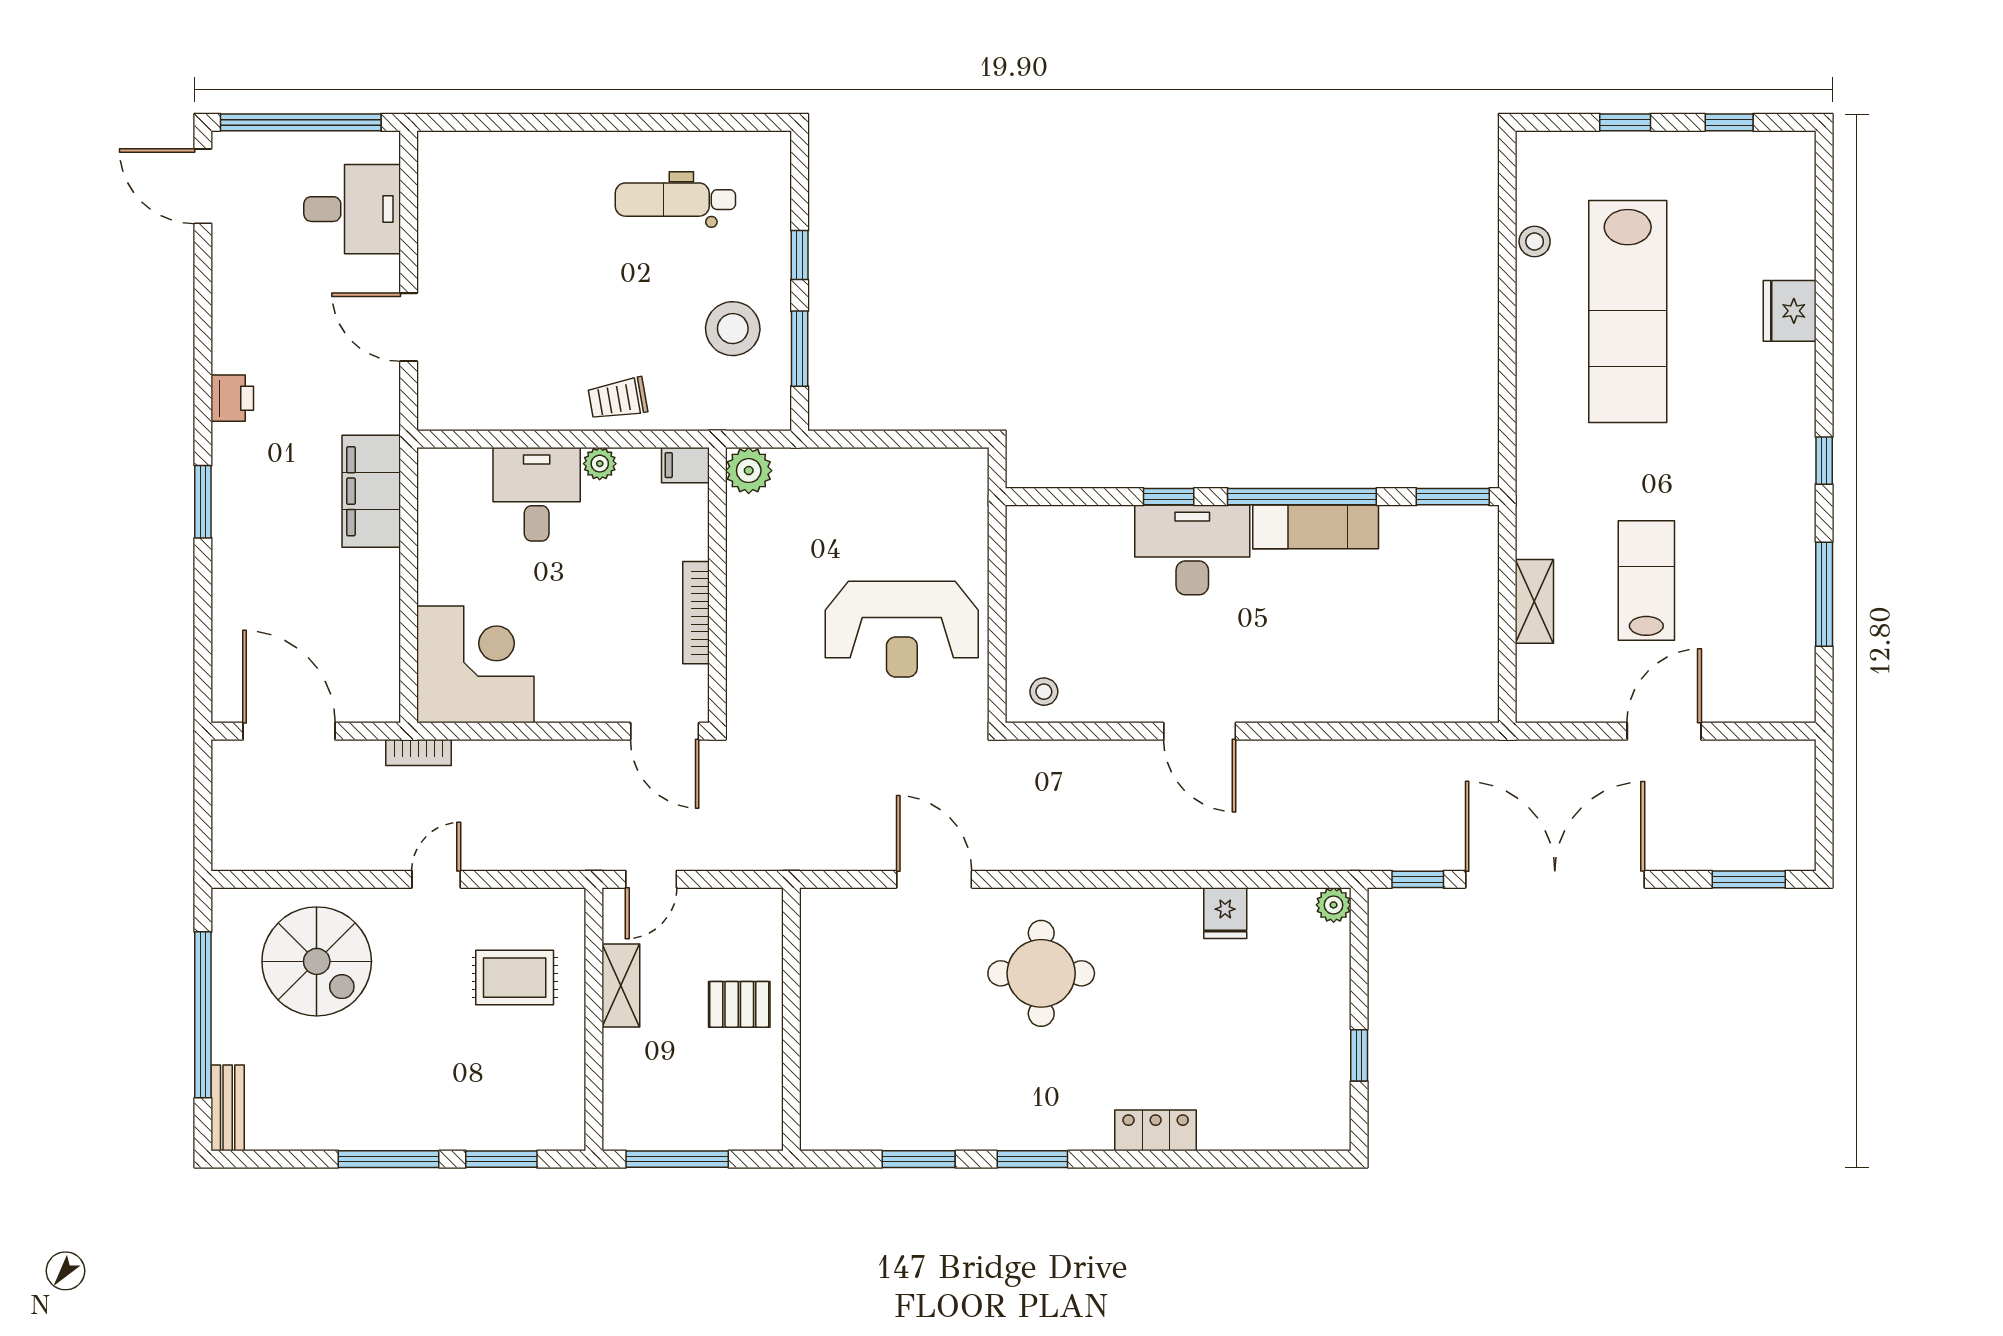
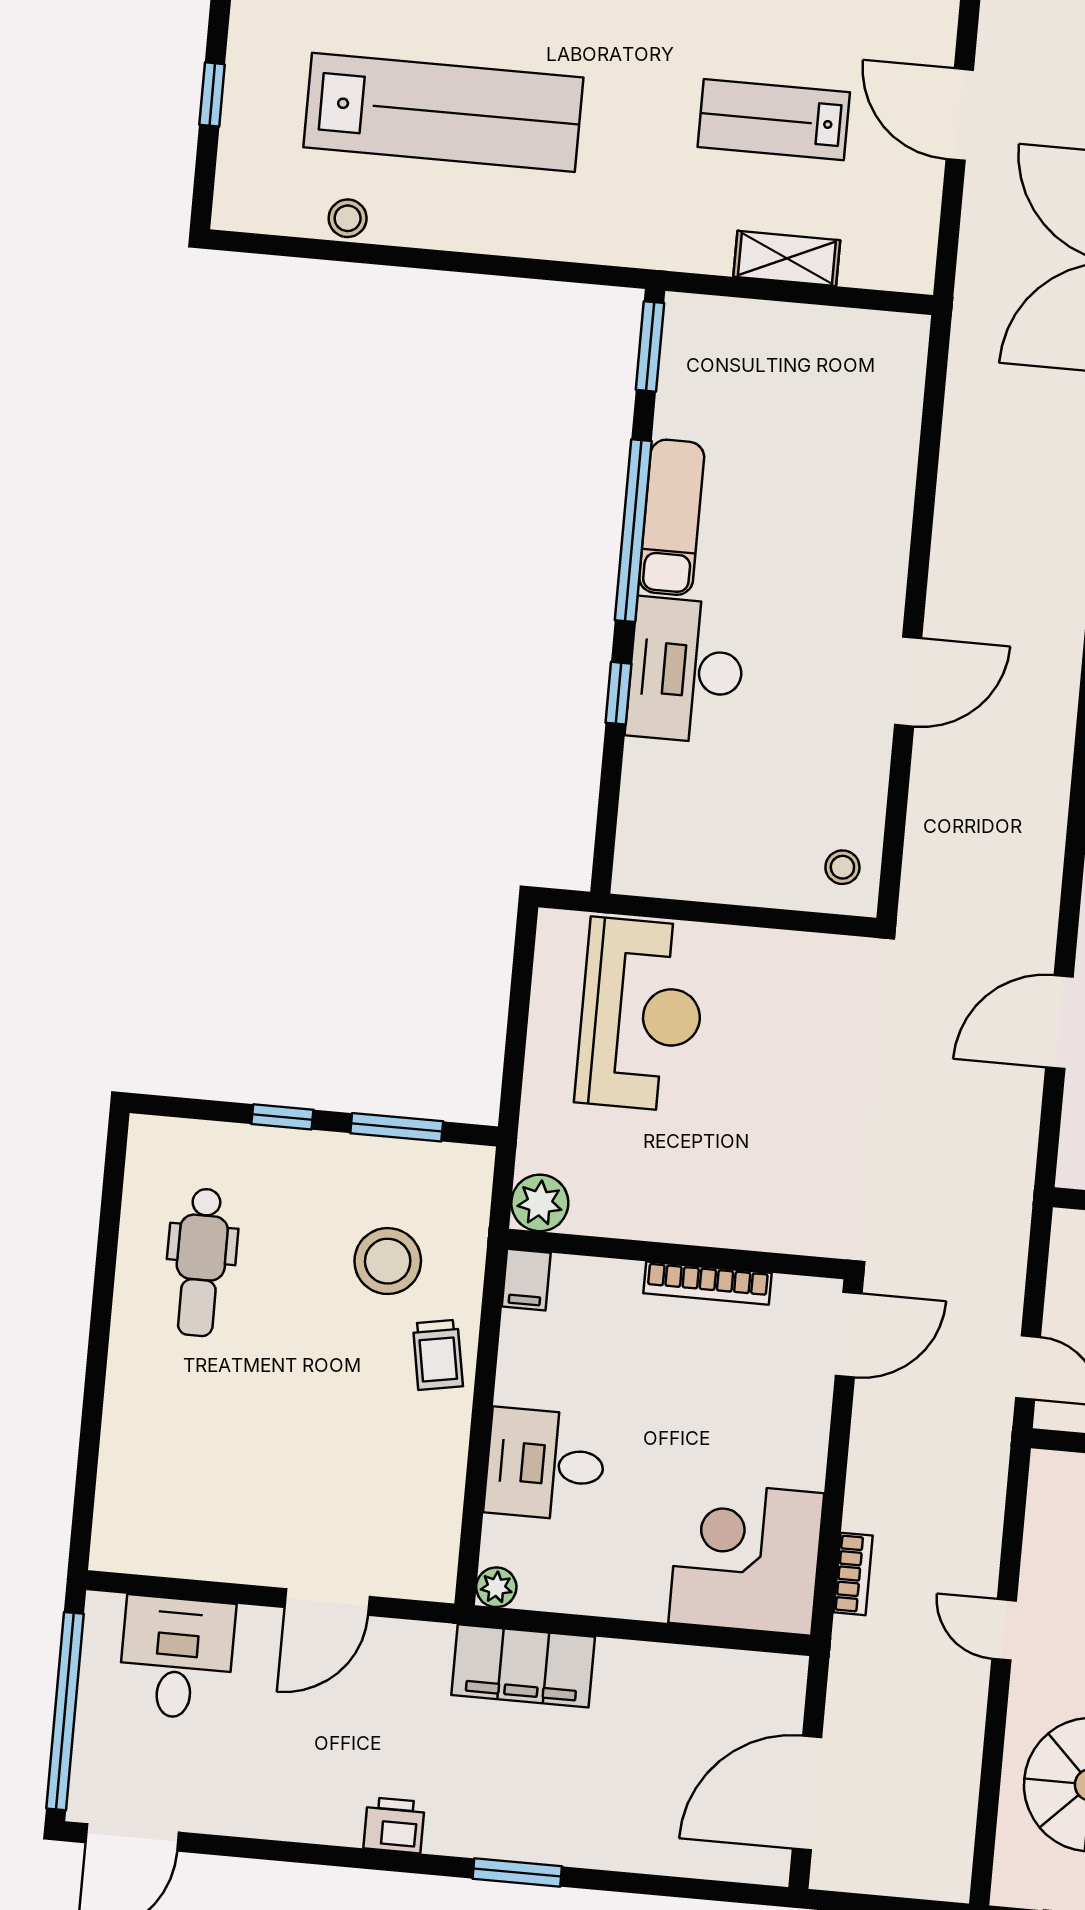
stool: (733, 329) -> (388, 1261), moved
plant: (600, 464) -> (496, 1587), moved
reception desk: (902, 629) -> (641, 1015), moved
bookcase: (419, 753) -> (853, 1574), moved

